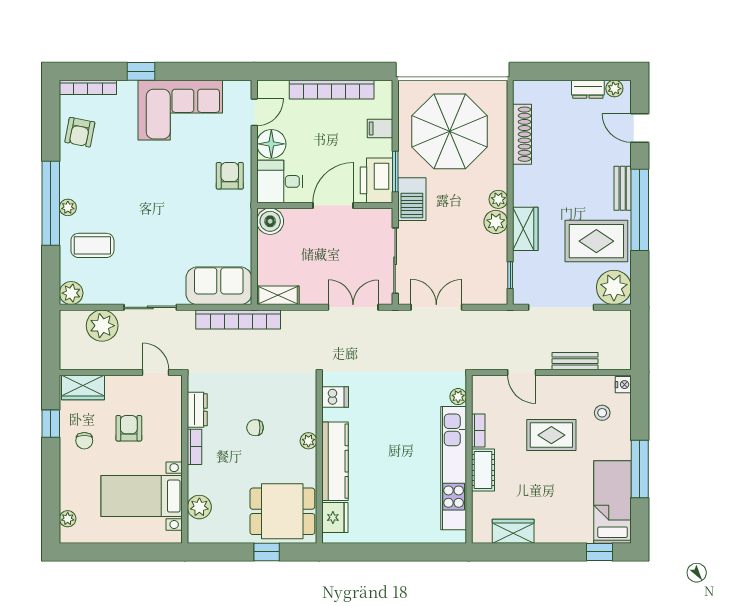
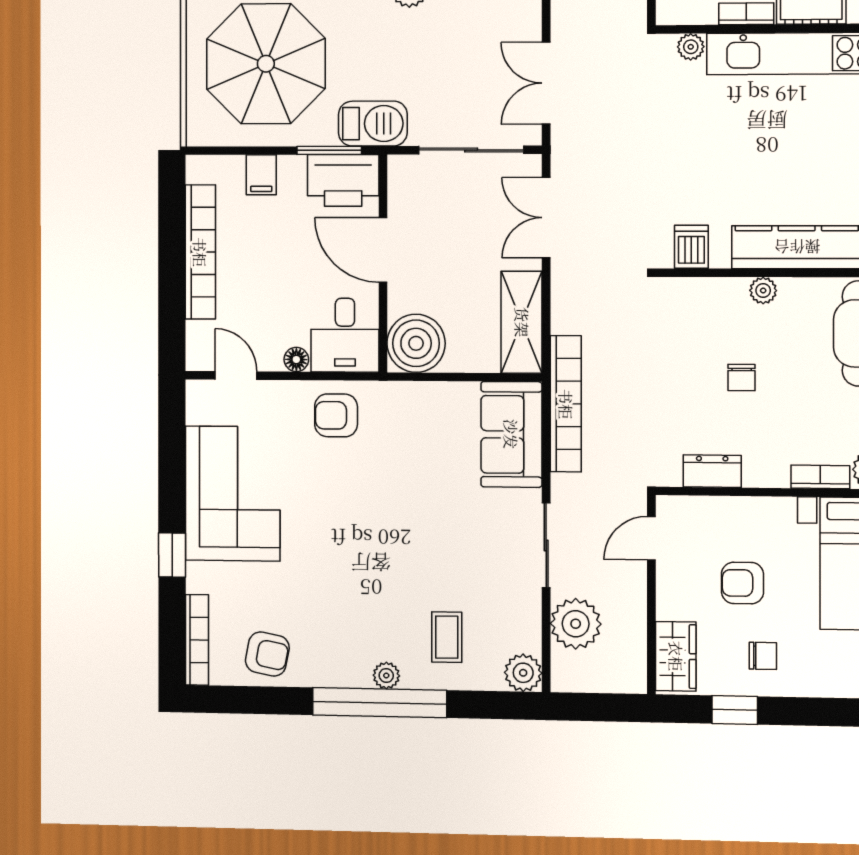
floor lamp: (271, 144) -> (296, 359), width x0.53, depth x0.53
boiler: (270, 221) -> (416, 343), width x1.37, depth x1.37
coffee table: (92, 245) -> (447, 637), width x0.73, depth x0.77
shelving: (278, 295) -> (522, 322), width x1.50, depth x1.33
bookcase: (195, 447) -> (820, 477), moved

